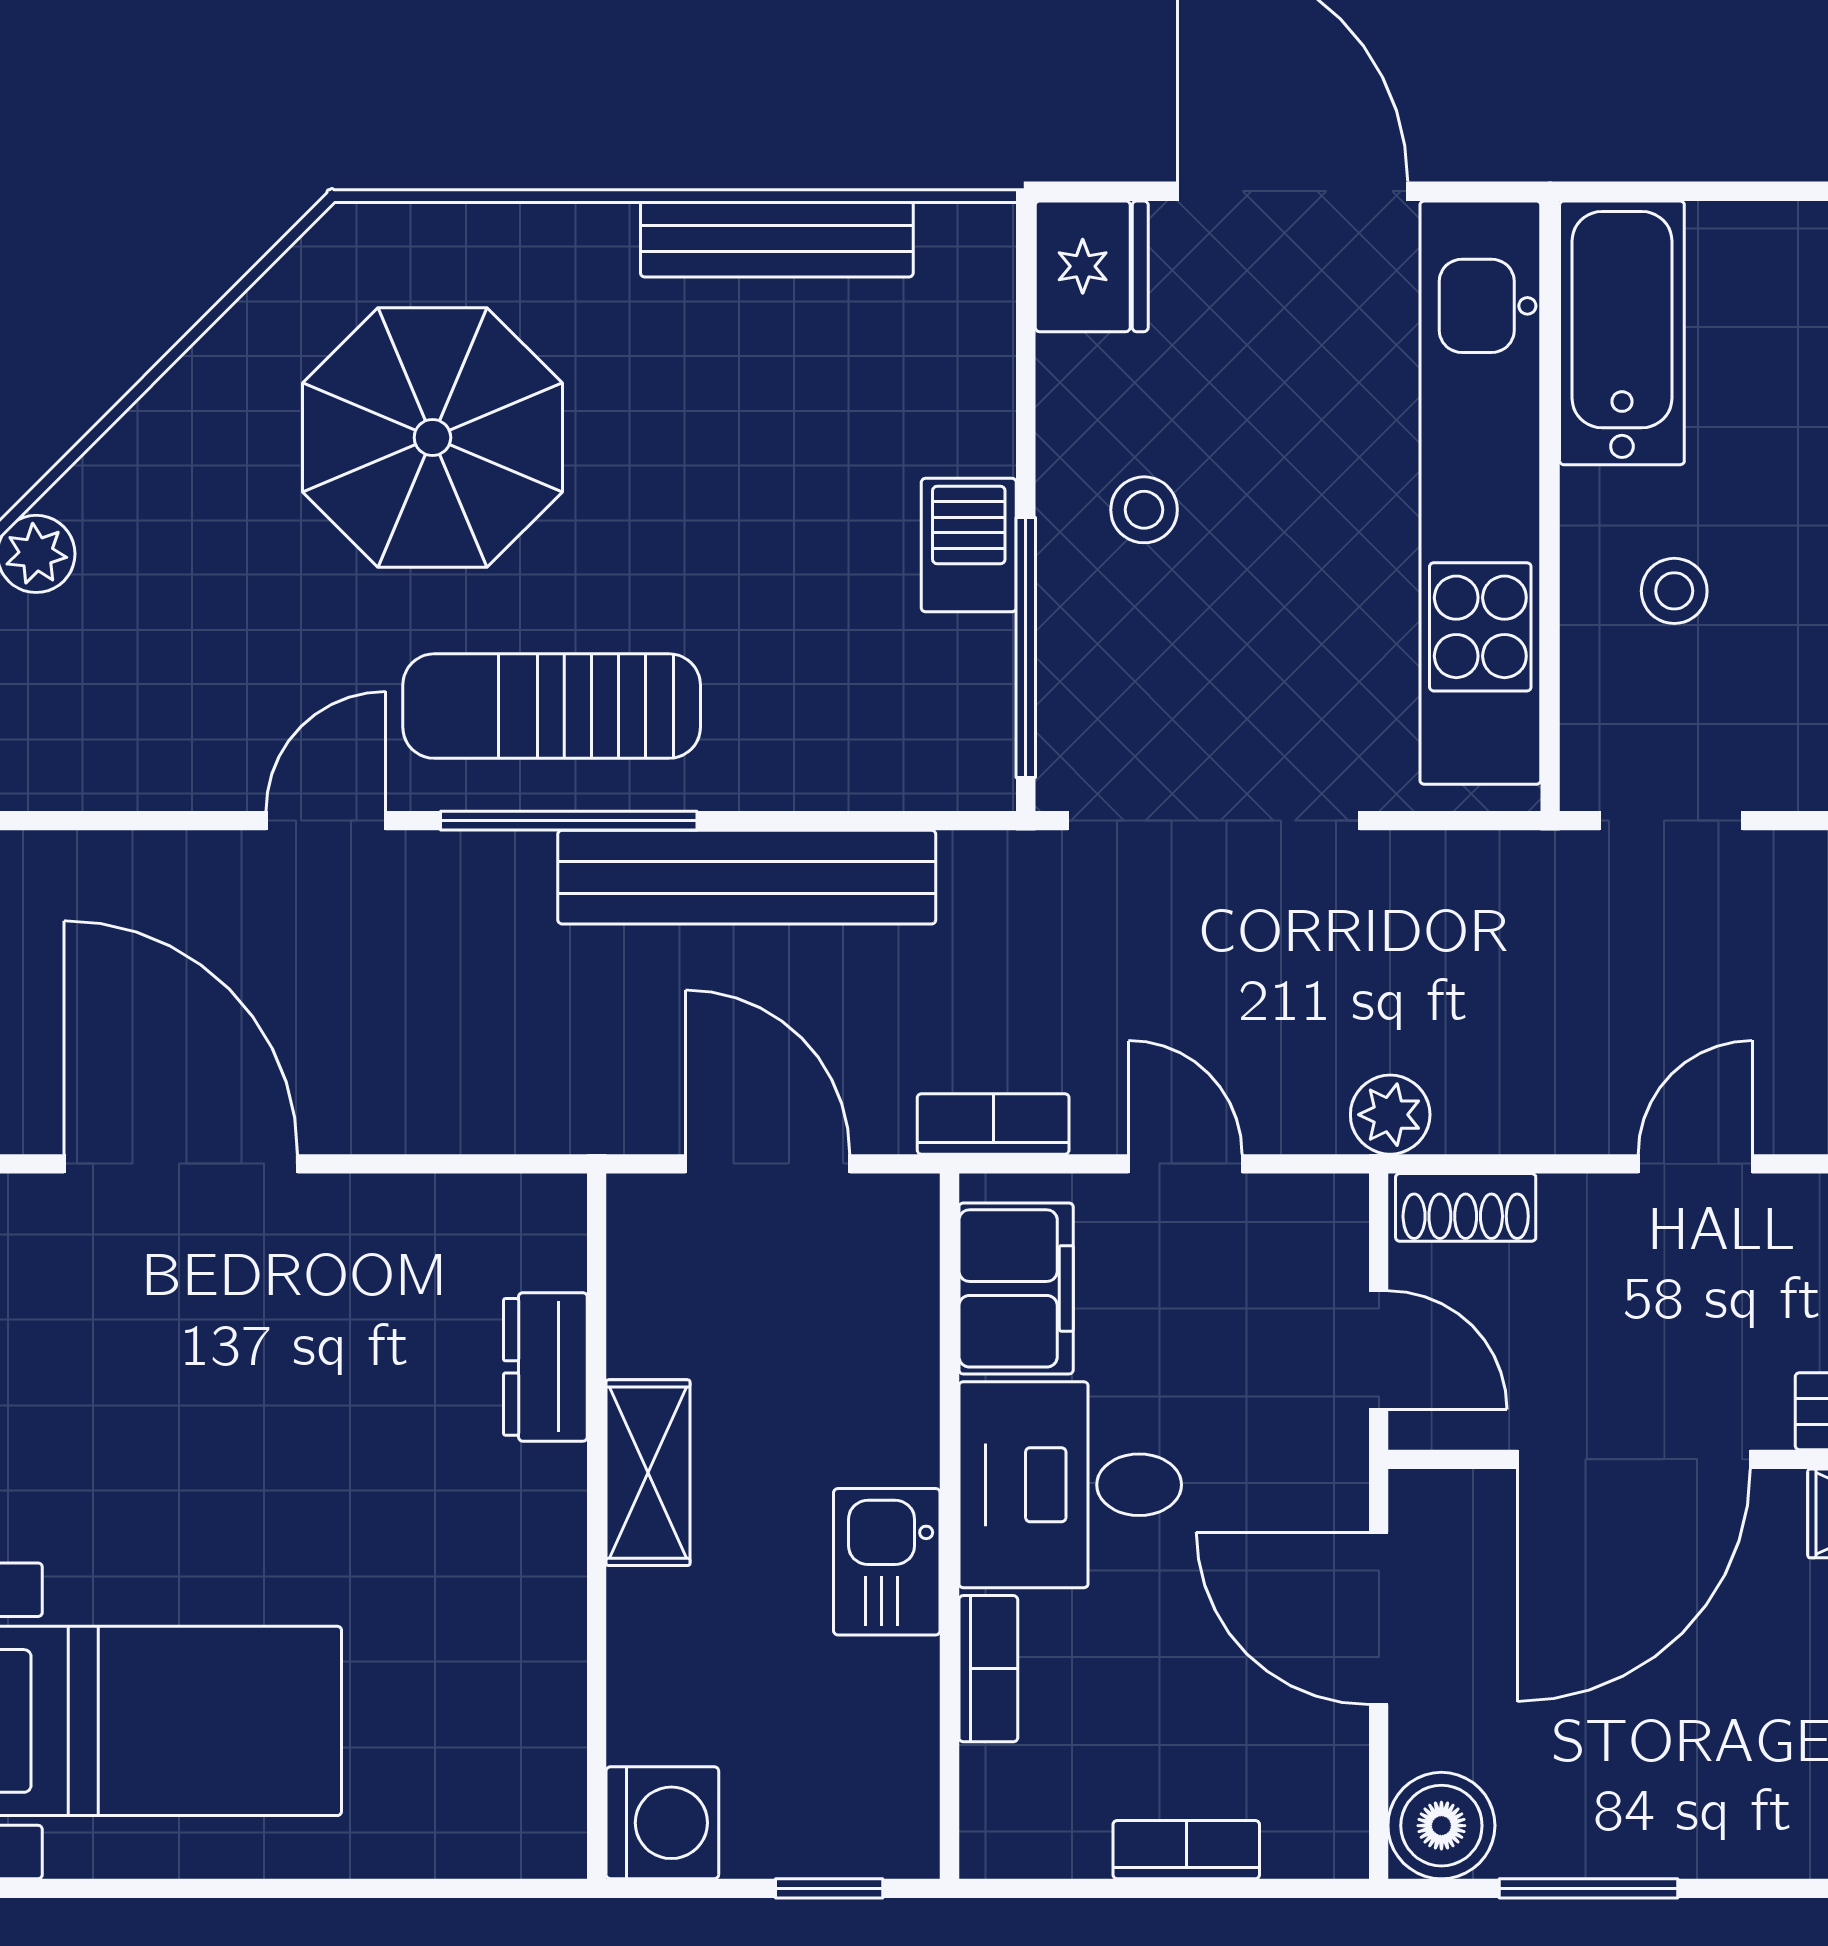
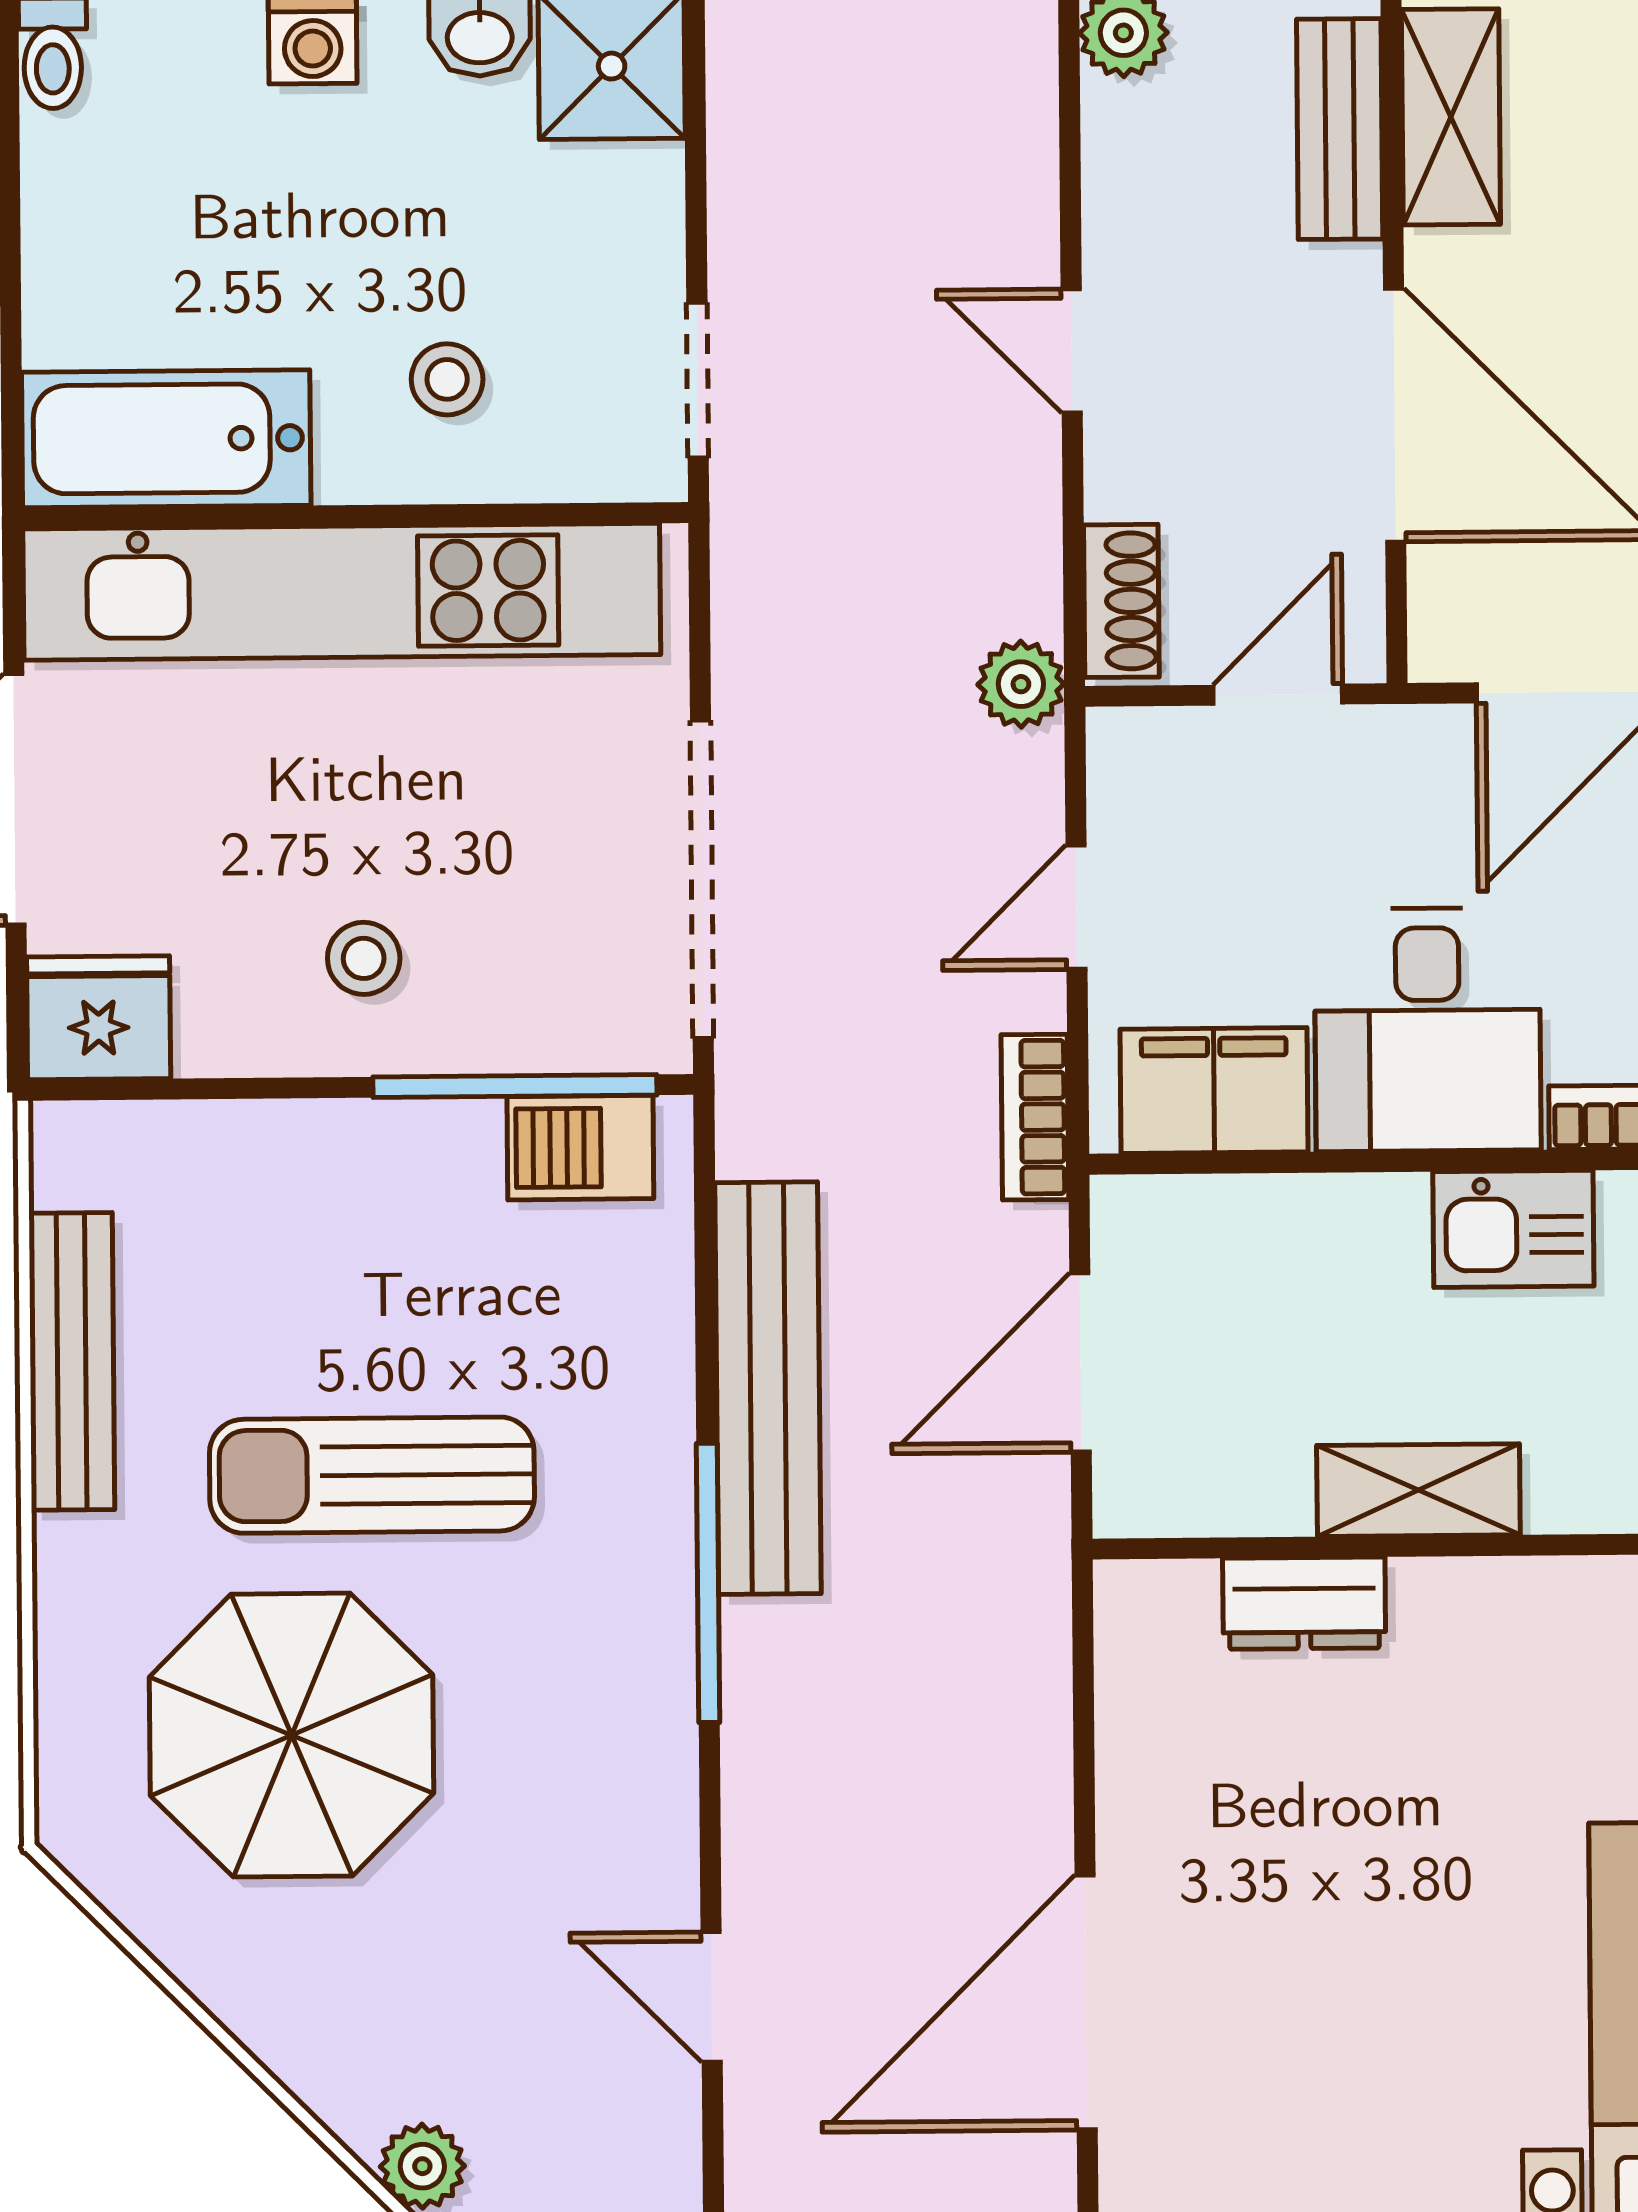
barbecue: (969, 545) -> (580, 1148), moved
sun lounger: (552, 706) -> (372, 1475), moved, turned 90
door: (326, 821) -> (712, 1997), moved

